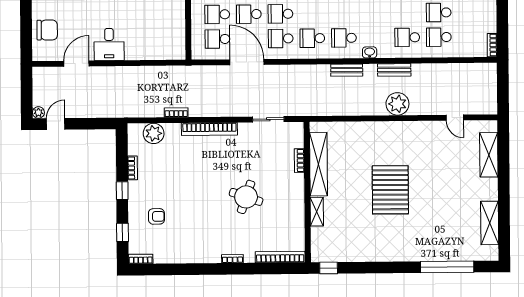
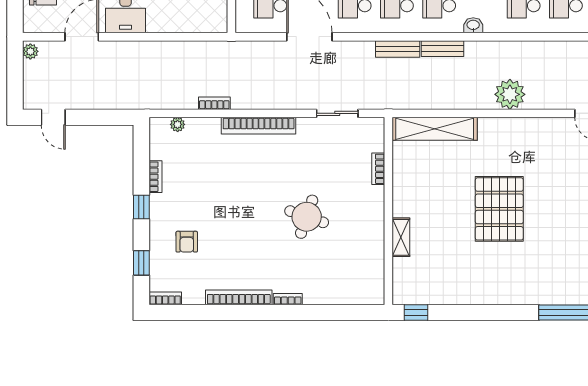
bench: (394, 70) -> (398, 49), moved
plant: (38, 113) -> (30, 51), moved
door: (56, 124) -> (53, 117), swing flipped
plant: (154, 133) -> (178, 124), width x0.53, depth x0.53
shelving: (319, 164) -> (435, 129), moved, turned 90
armchair: (156, 216) -> (187, 242), turned 90
bookcase: (280, 257) -> (239, 297), moved

